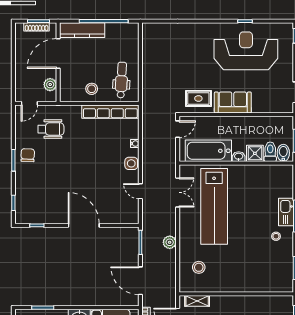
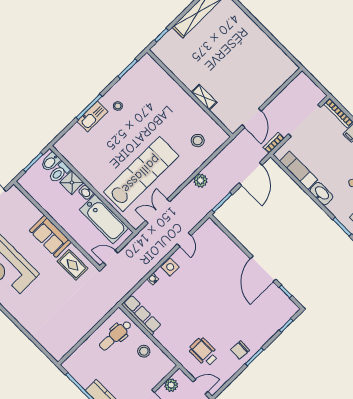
row of seats: (110, 112) -> (141, 315), width x0.73
door: (84, 225) -> (263, 269), moved
shelving: (197, 301) -> (204, 97), moved

